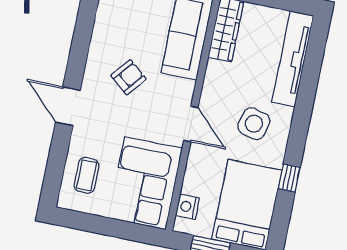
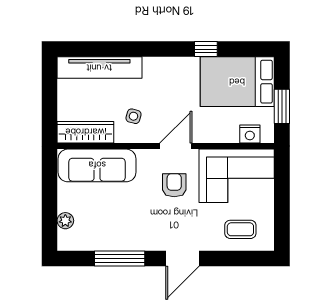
window: (82, 38) -> (120, 258), added
armchair: (128, 77) -> (174, 185), moved, turned 51
side table: (254, 124) -> (133, 116), moved, width x0.54, depth x0.54

